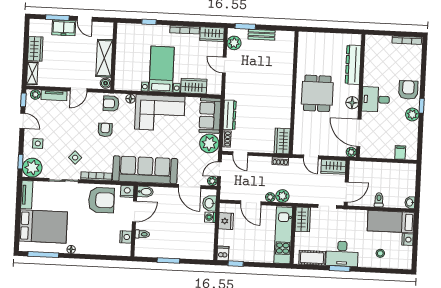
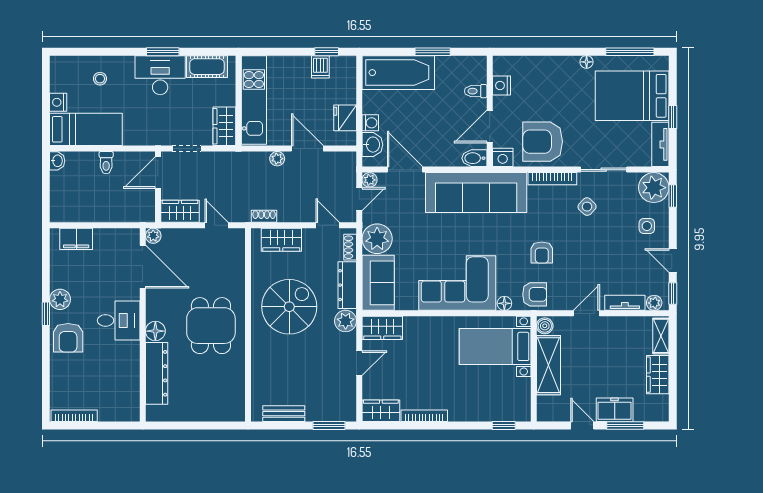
window: (149, 22) -> (504, 426), moved
bench: (262, 35) -> (284, 414), moved
plant: (234, 43) -> (346, 321), moved
door: (224, 65) -> (359, 363), hinge flipped
bed with nightstands: (162, 69) -> (495, 346), moved, turned 90
wardrobe: (194, 86) -> (382, 328), moved
spiral stairs: (267, 103) -> (289, 307), added
floor lamp: (352, 103) -> (155, 331), moved
wardrobe: (282, 141) -> (281, 240), moved, turned 90
filing cabinet: (400, 152) -> (76, 239), width x2.00
plant: (282, 196) -> (258, 162), removed
window: (18, 212) -> (673, 117), added
bathtub: (191, 248) -> (398, 73), added
dishwasher: (223, 253) -> (320, 67), moved

